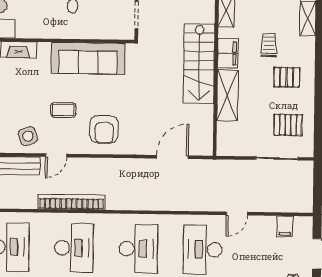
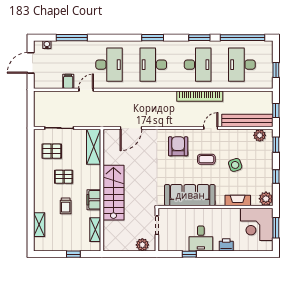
pallet: (287, 77) -> (64, 177), moved
shelving: (227, 95) -> (94, 147), moved
side table: (28, 136) -> (235, 165), moved
filing cabinet: (285, 226) -> (68, 81), moved
desk: (74, 248) -> (198, 65), turned 180

